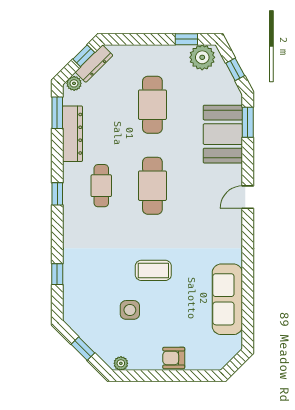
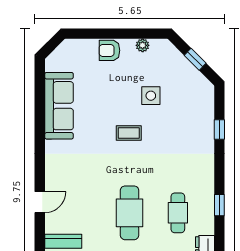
coffee table: (153, 270) -> (129, 133), width x0.73, depth x0.77
armchair: (174, 358) -> (109, 50), turned 180
plant: (121, 363) -> (143, 45), moved

